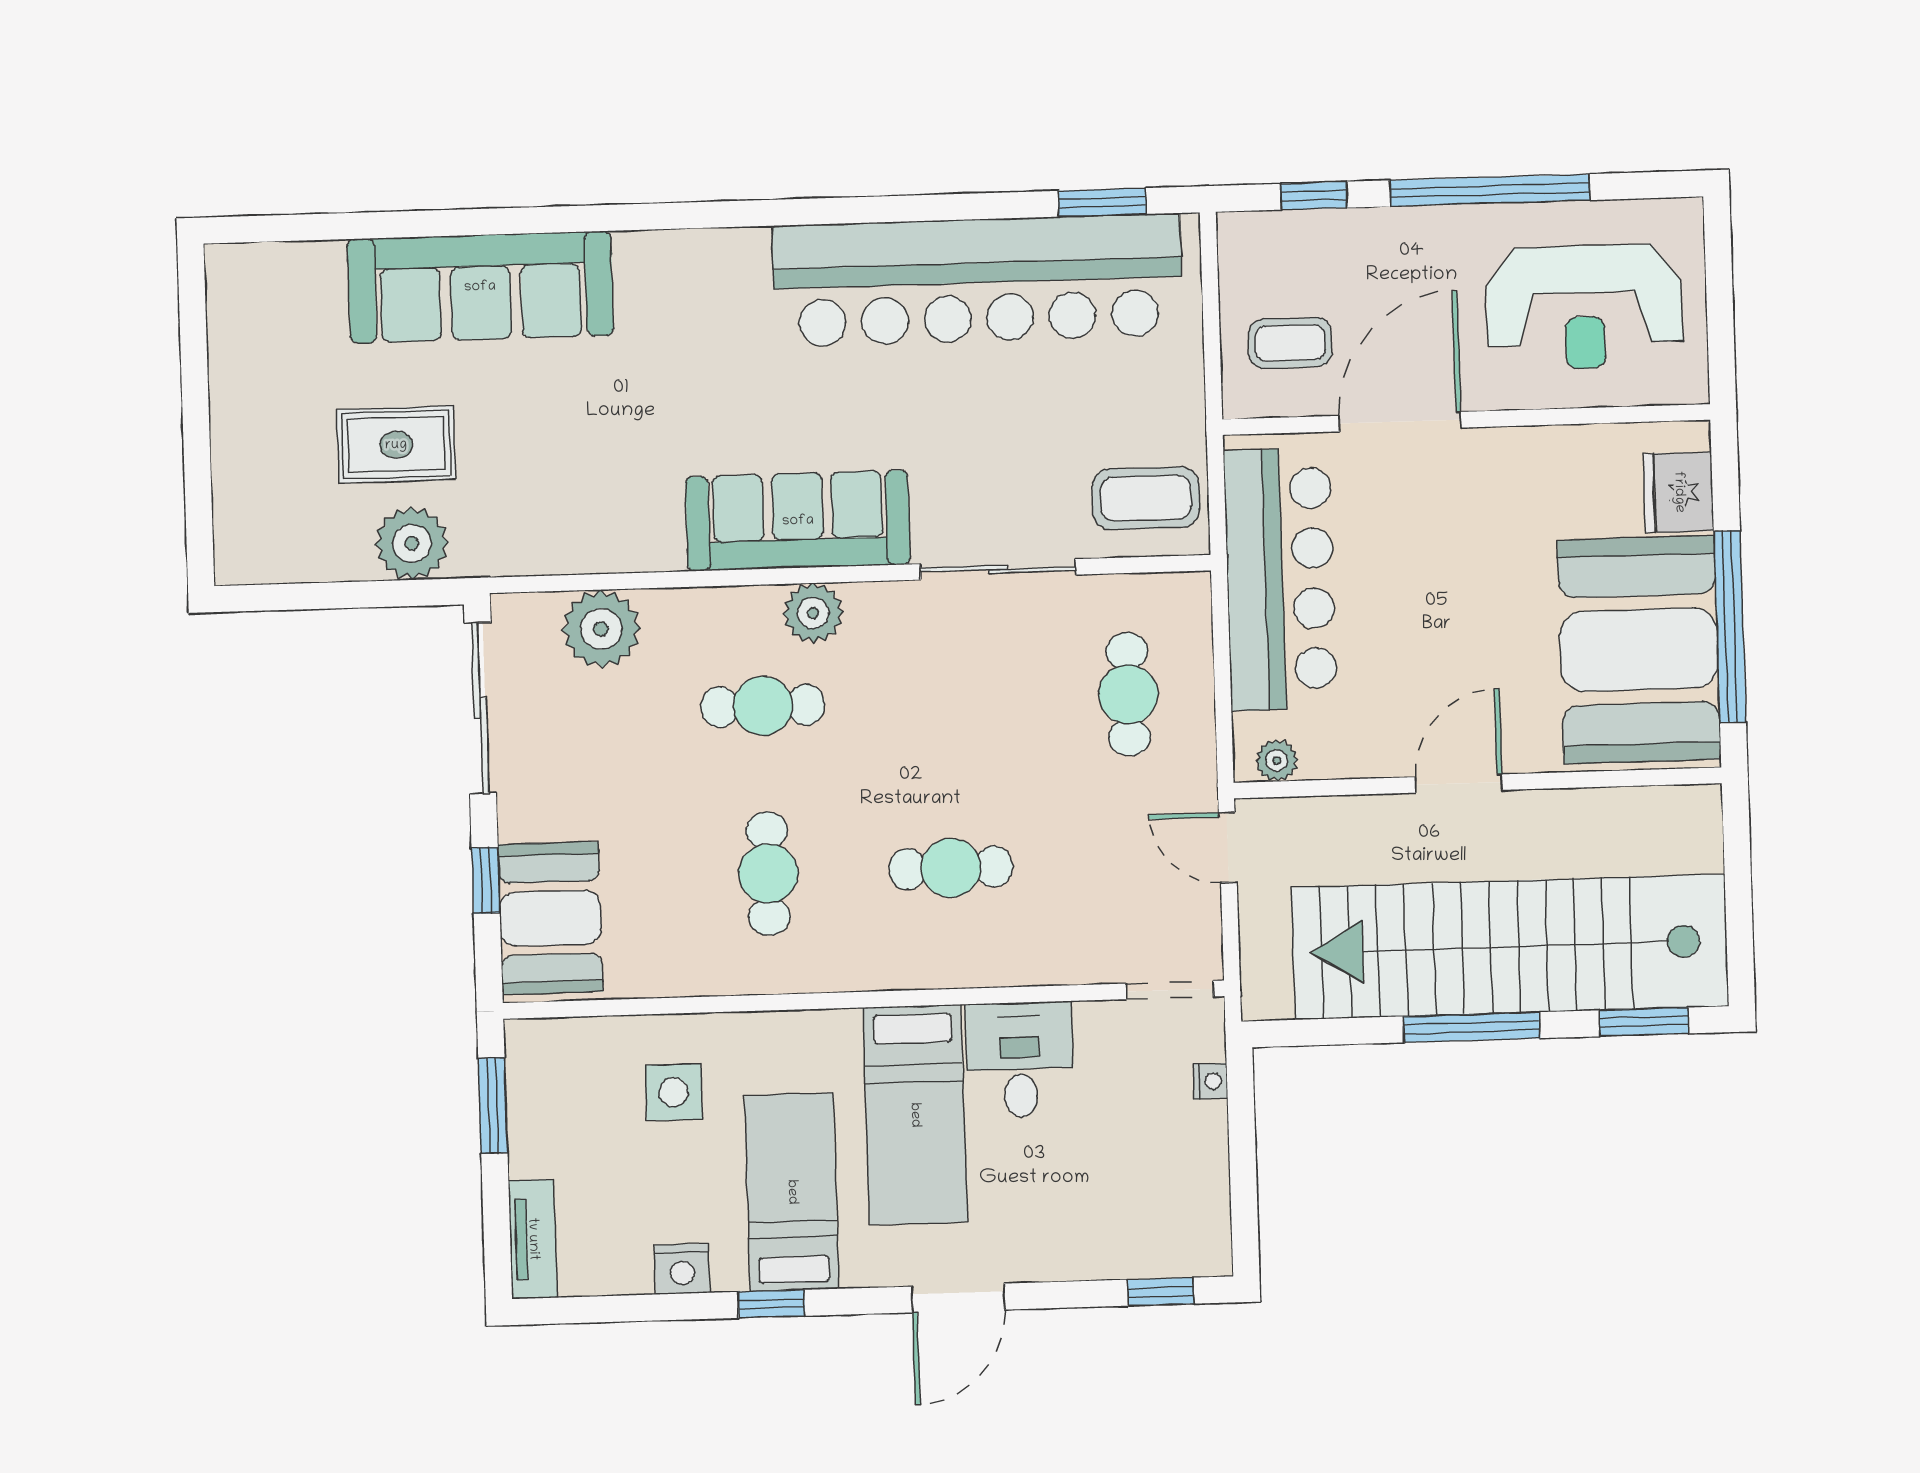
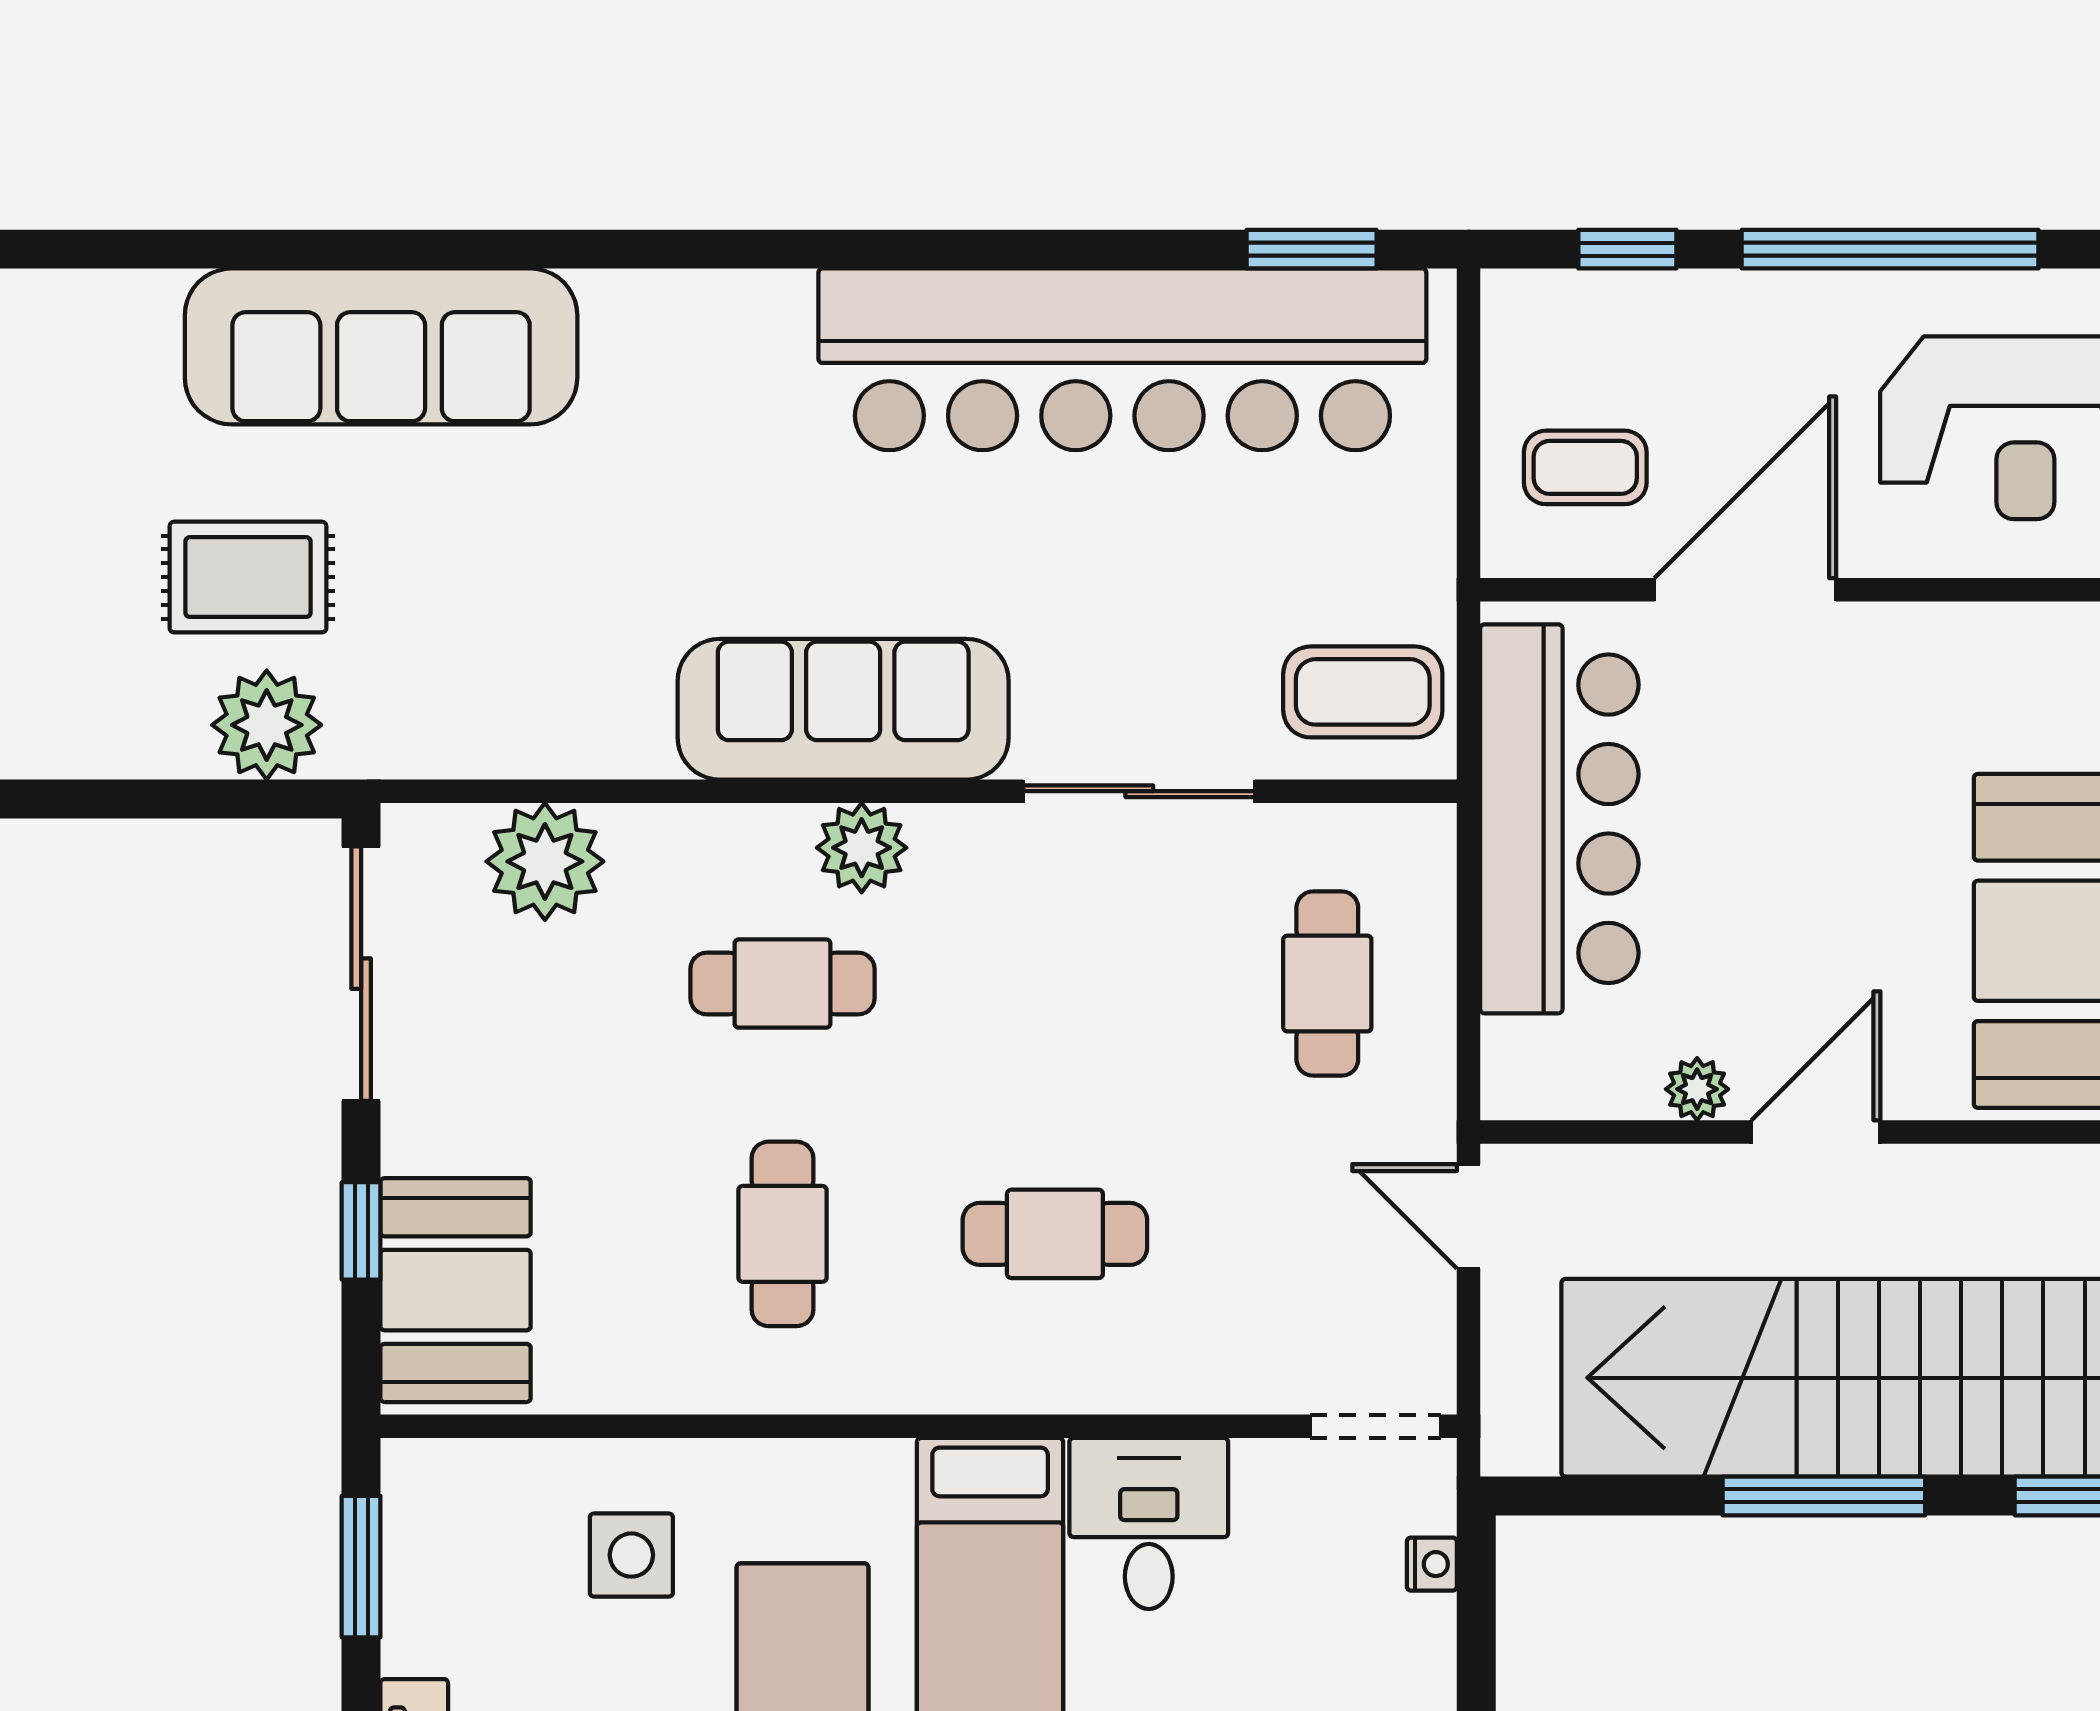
plant: (1277, 760) -> (1697, 1089), moved

